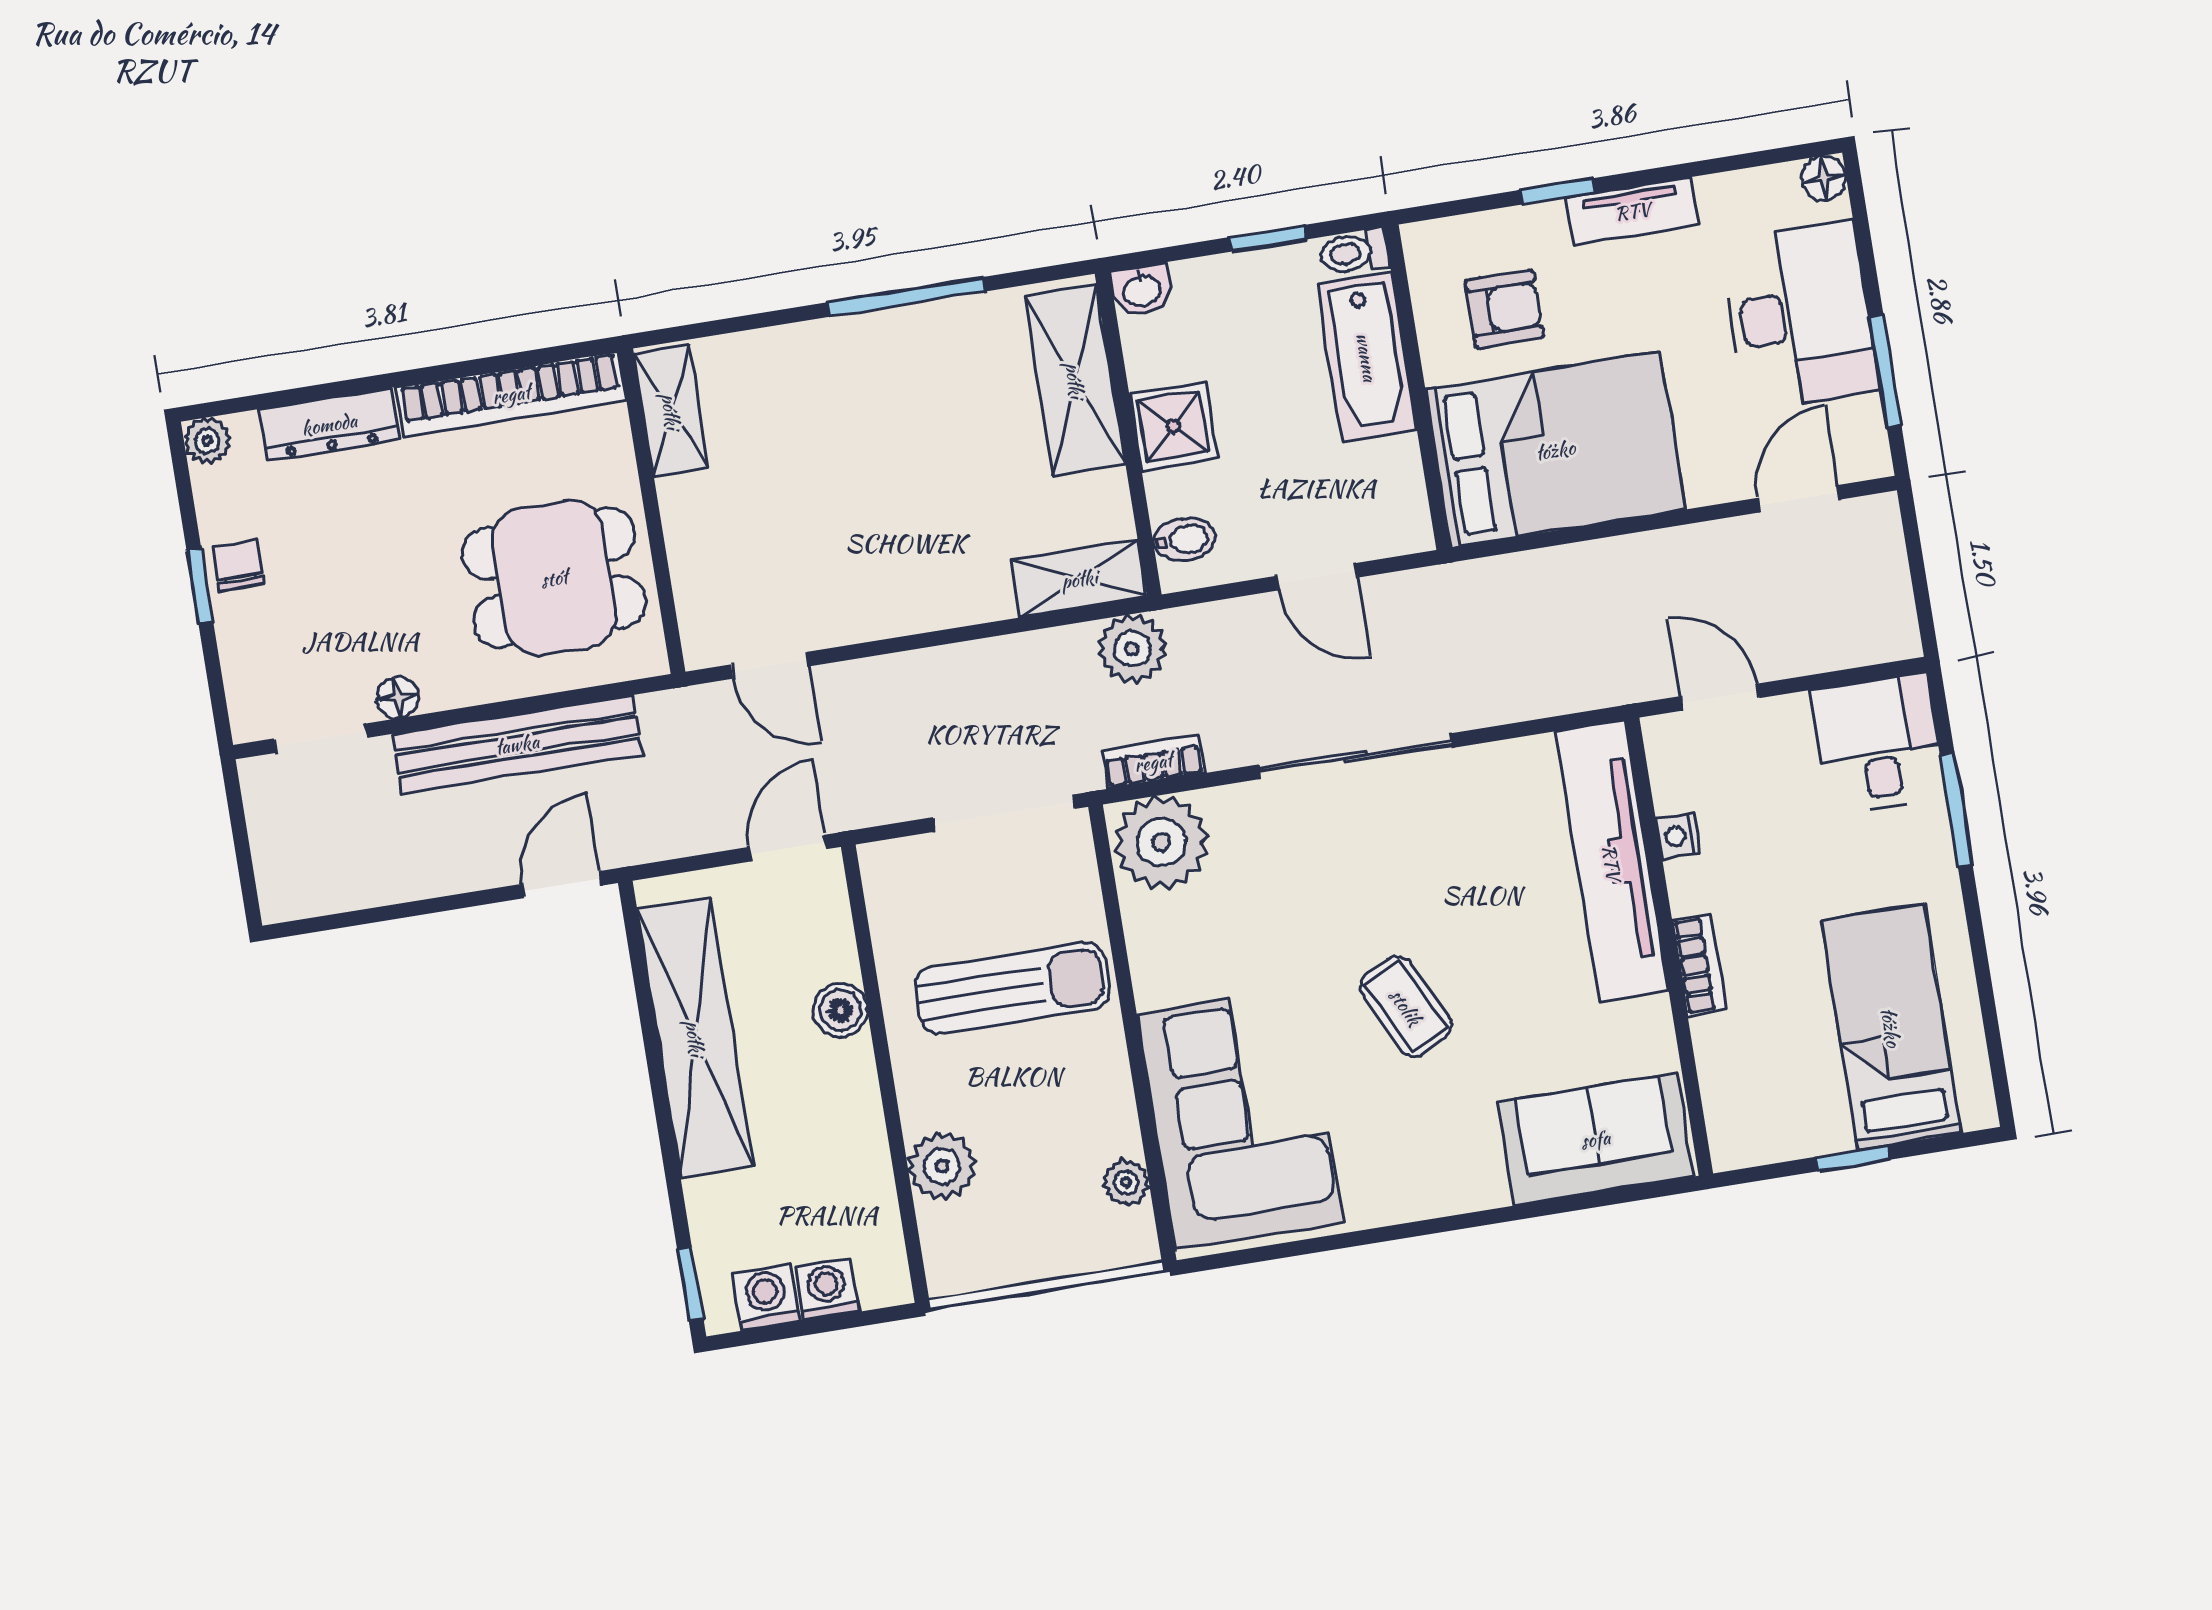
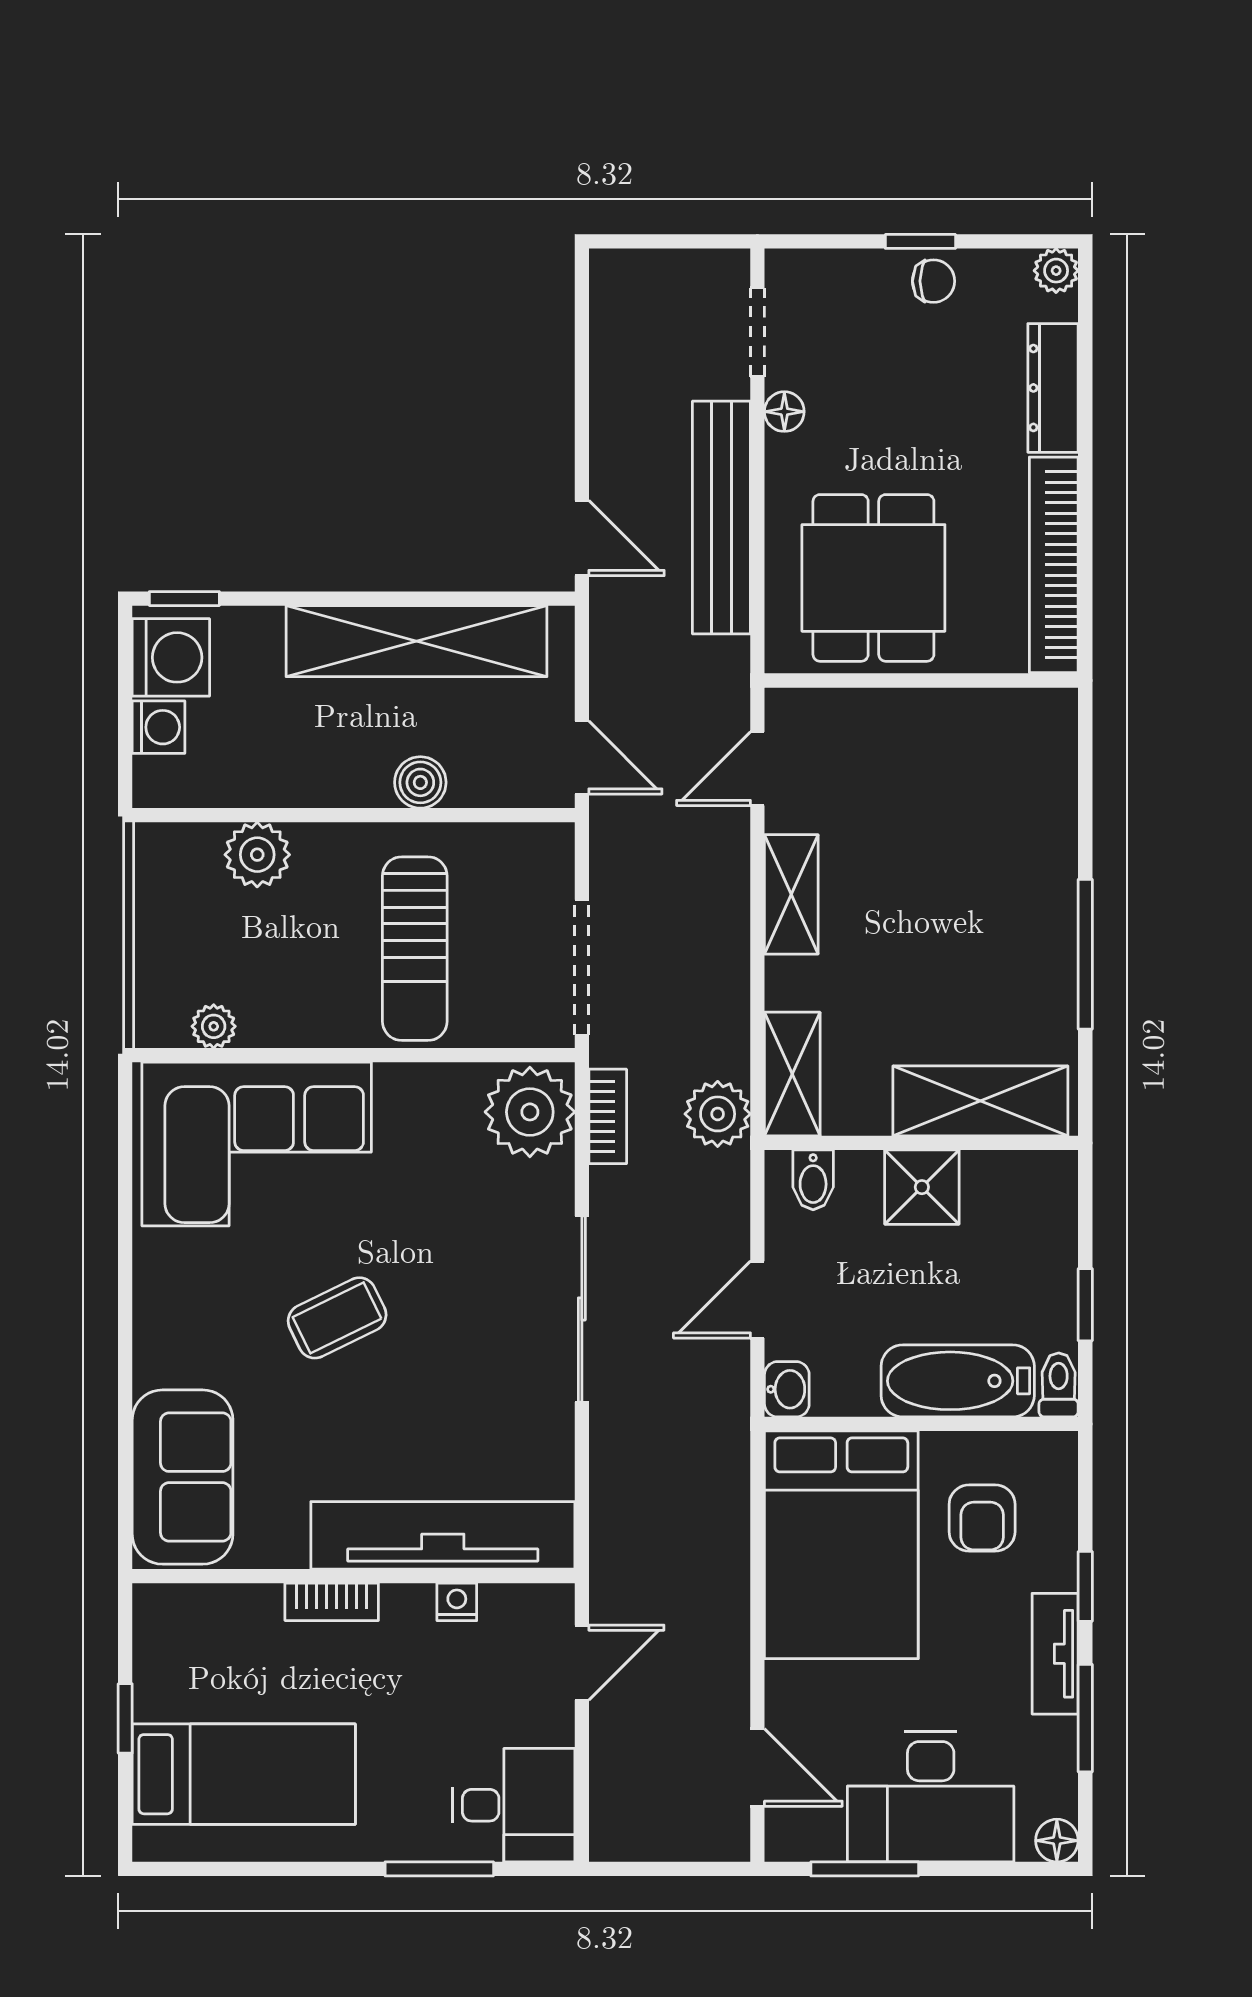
window: (1693, 169) -> (1085, 1718), added
washbasin: (1141, 290) -> (787, 1389), moved, turned 180
shelving: (671, 411) -> (791, 894), moved, turned 90
washing machine: (766, 1297) -> (171, 657), width x1.38, depth x1.38

